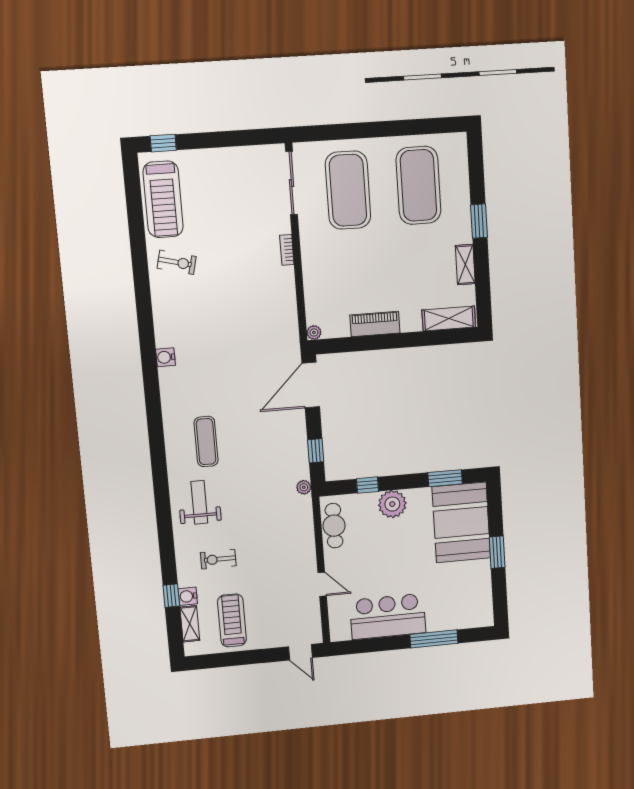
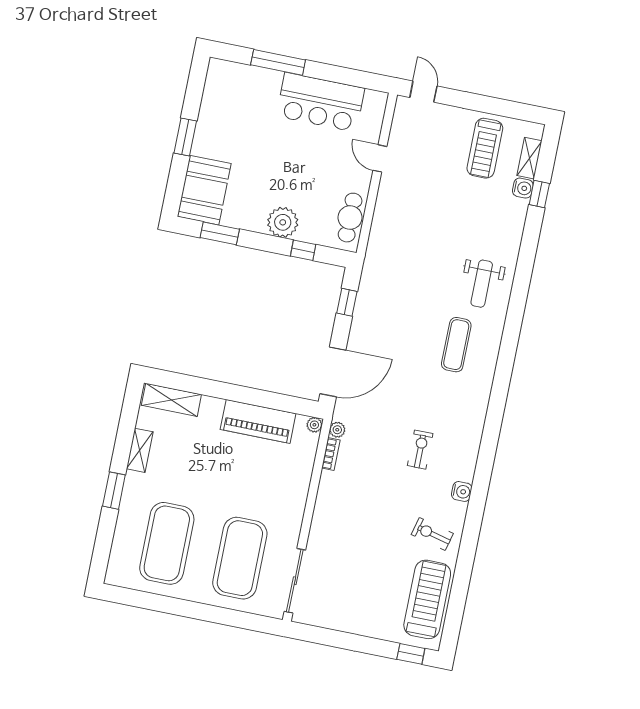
bookcase: (287, 250) -> (331, 454), moved
piano: (375, 324) -> (258, 421), width x1.37, depth x1.33
water cooler: (166, 357) -> (462, 491), moved
plant: (304, 487) -> (337, 430), moved
booth: (461, 522) -> (204, 190), width x0.73, depth x0.70
exercise bike: (218, 559) -> (420, 450), moved, turned -90

